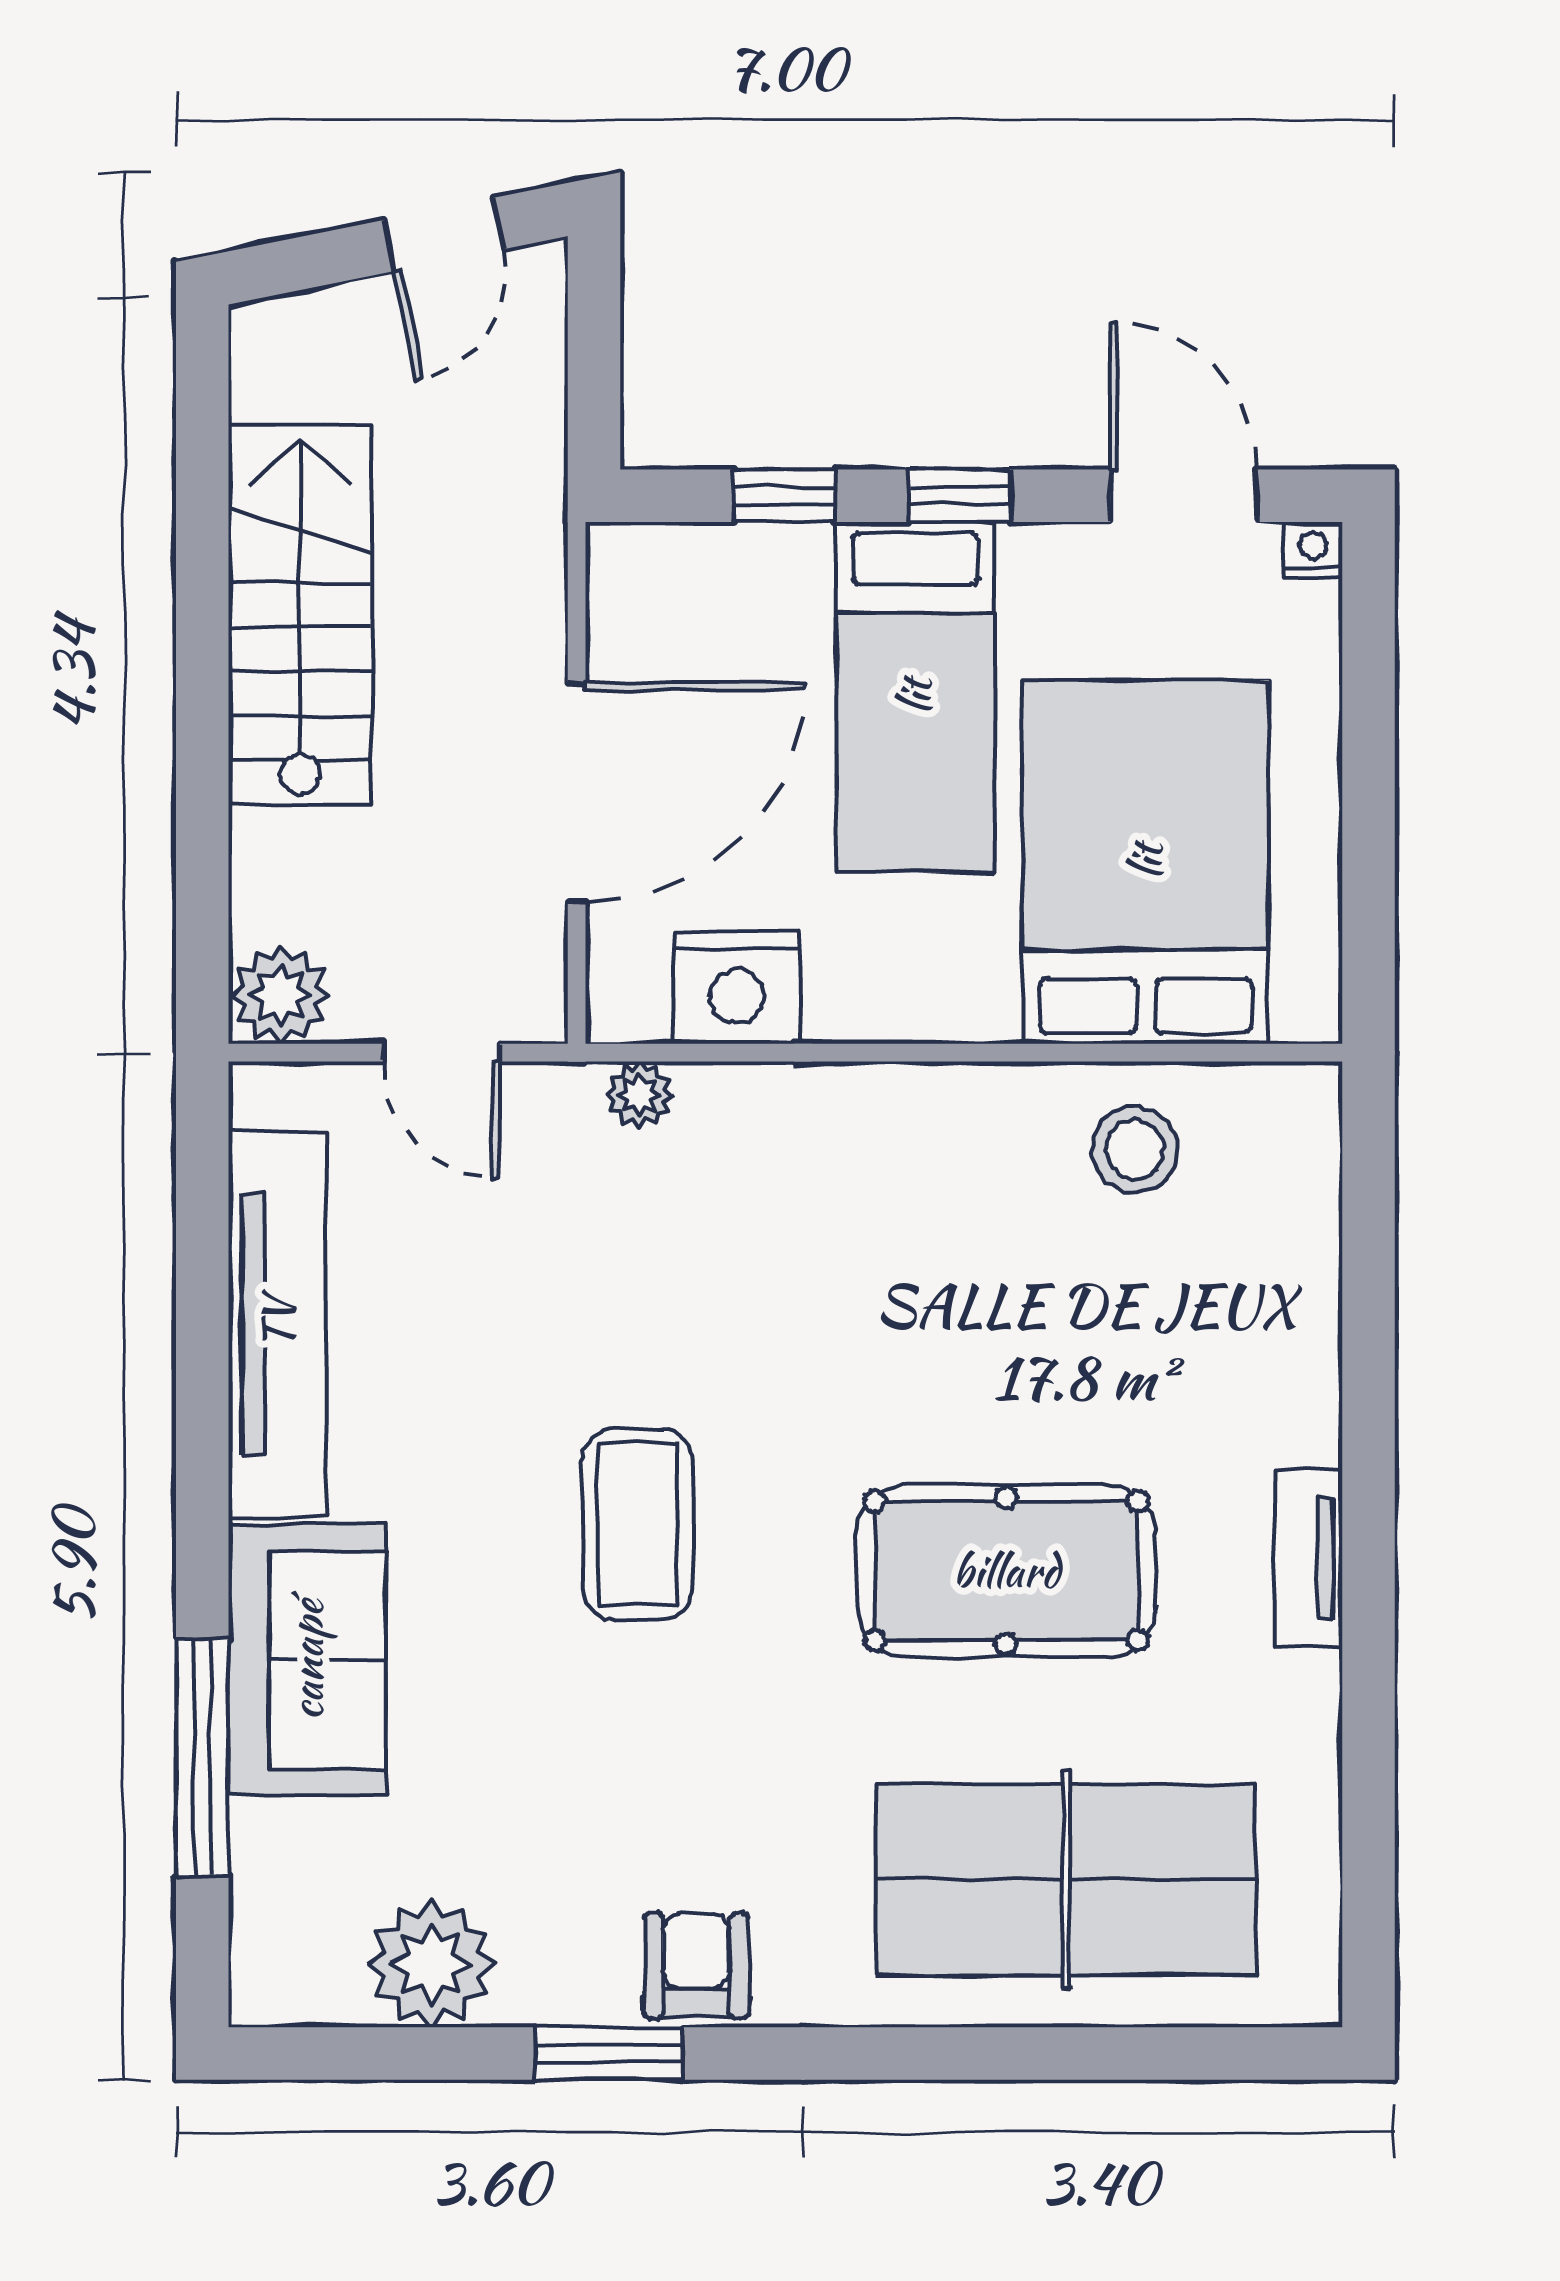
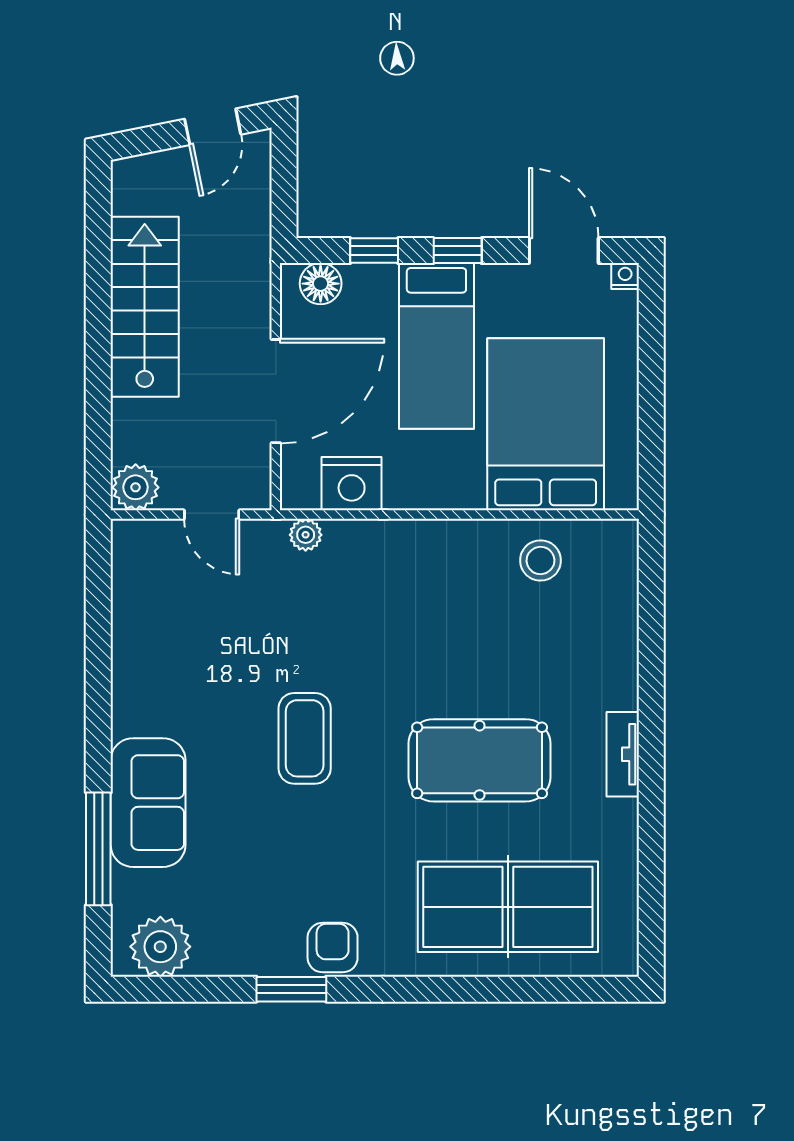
floor lamp: (671, 565) -> (321, 284), added
tv unit: (278, 1324) -> (134, 643), removed
plant: (431, 1964) -> (160, 947), moved

